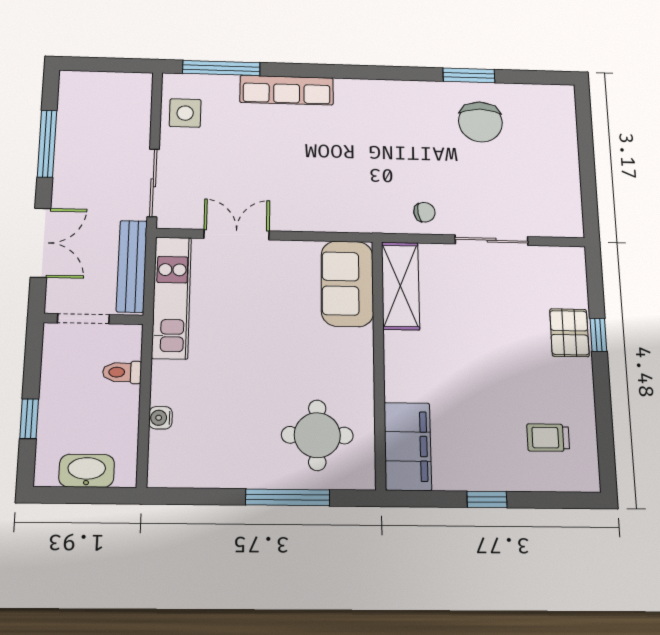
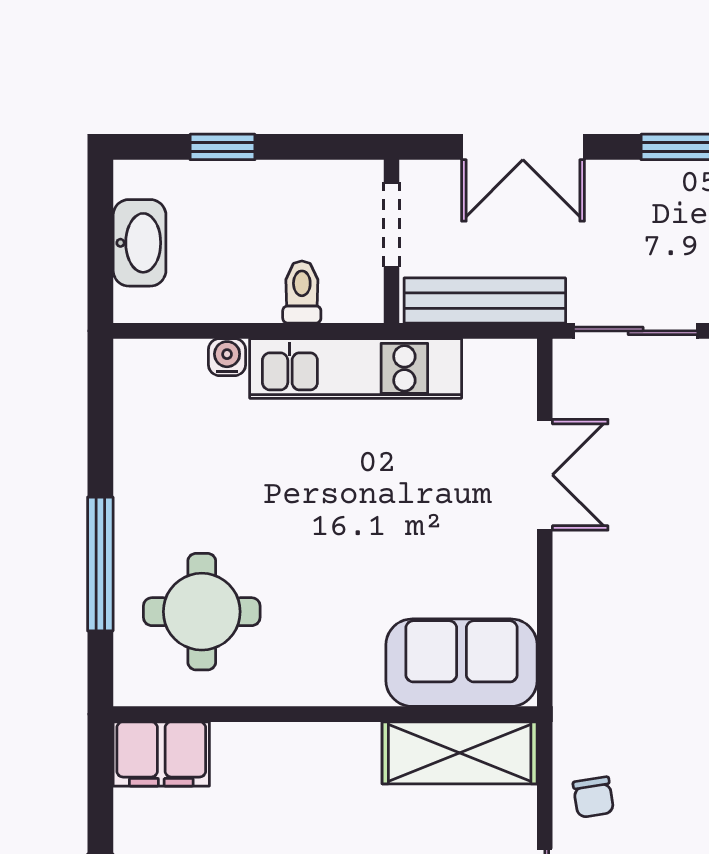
kitchen unit: (171, 297) -> (356, 368), moved
filing cabinet: (408, 446) -> (161, 754), width x0.67, depth x0.86

